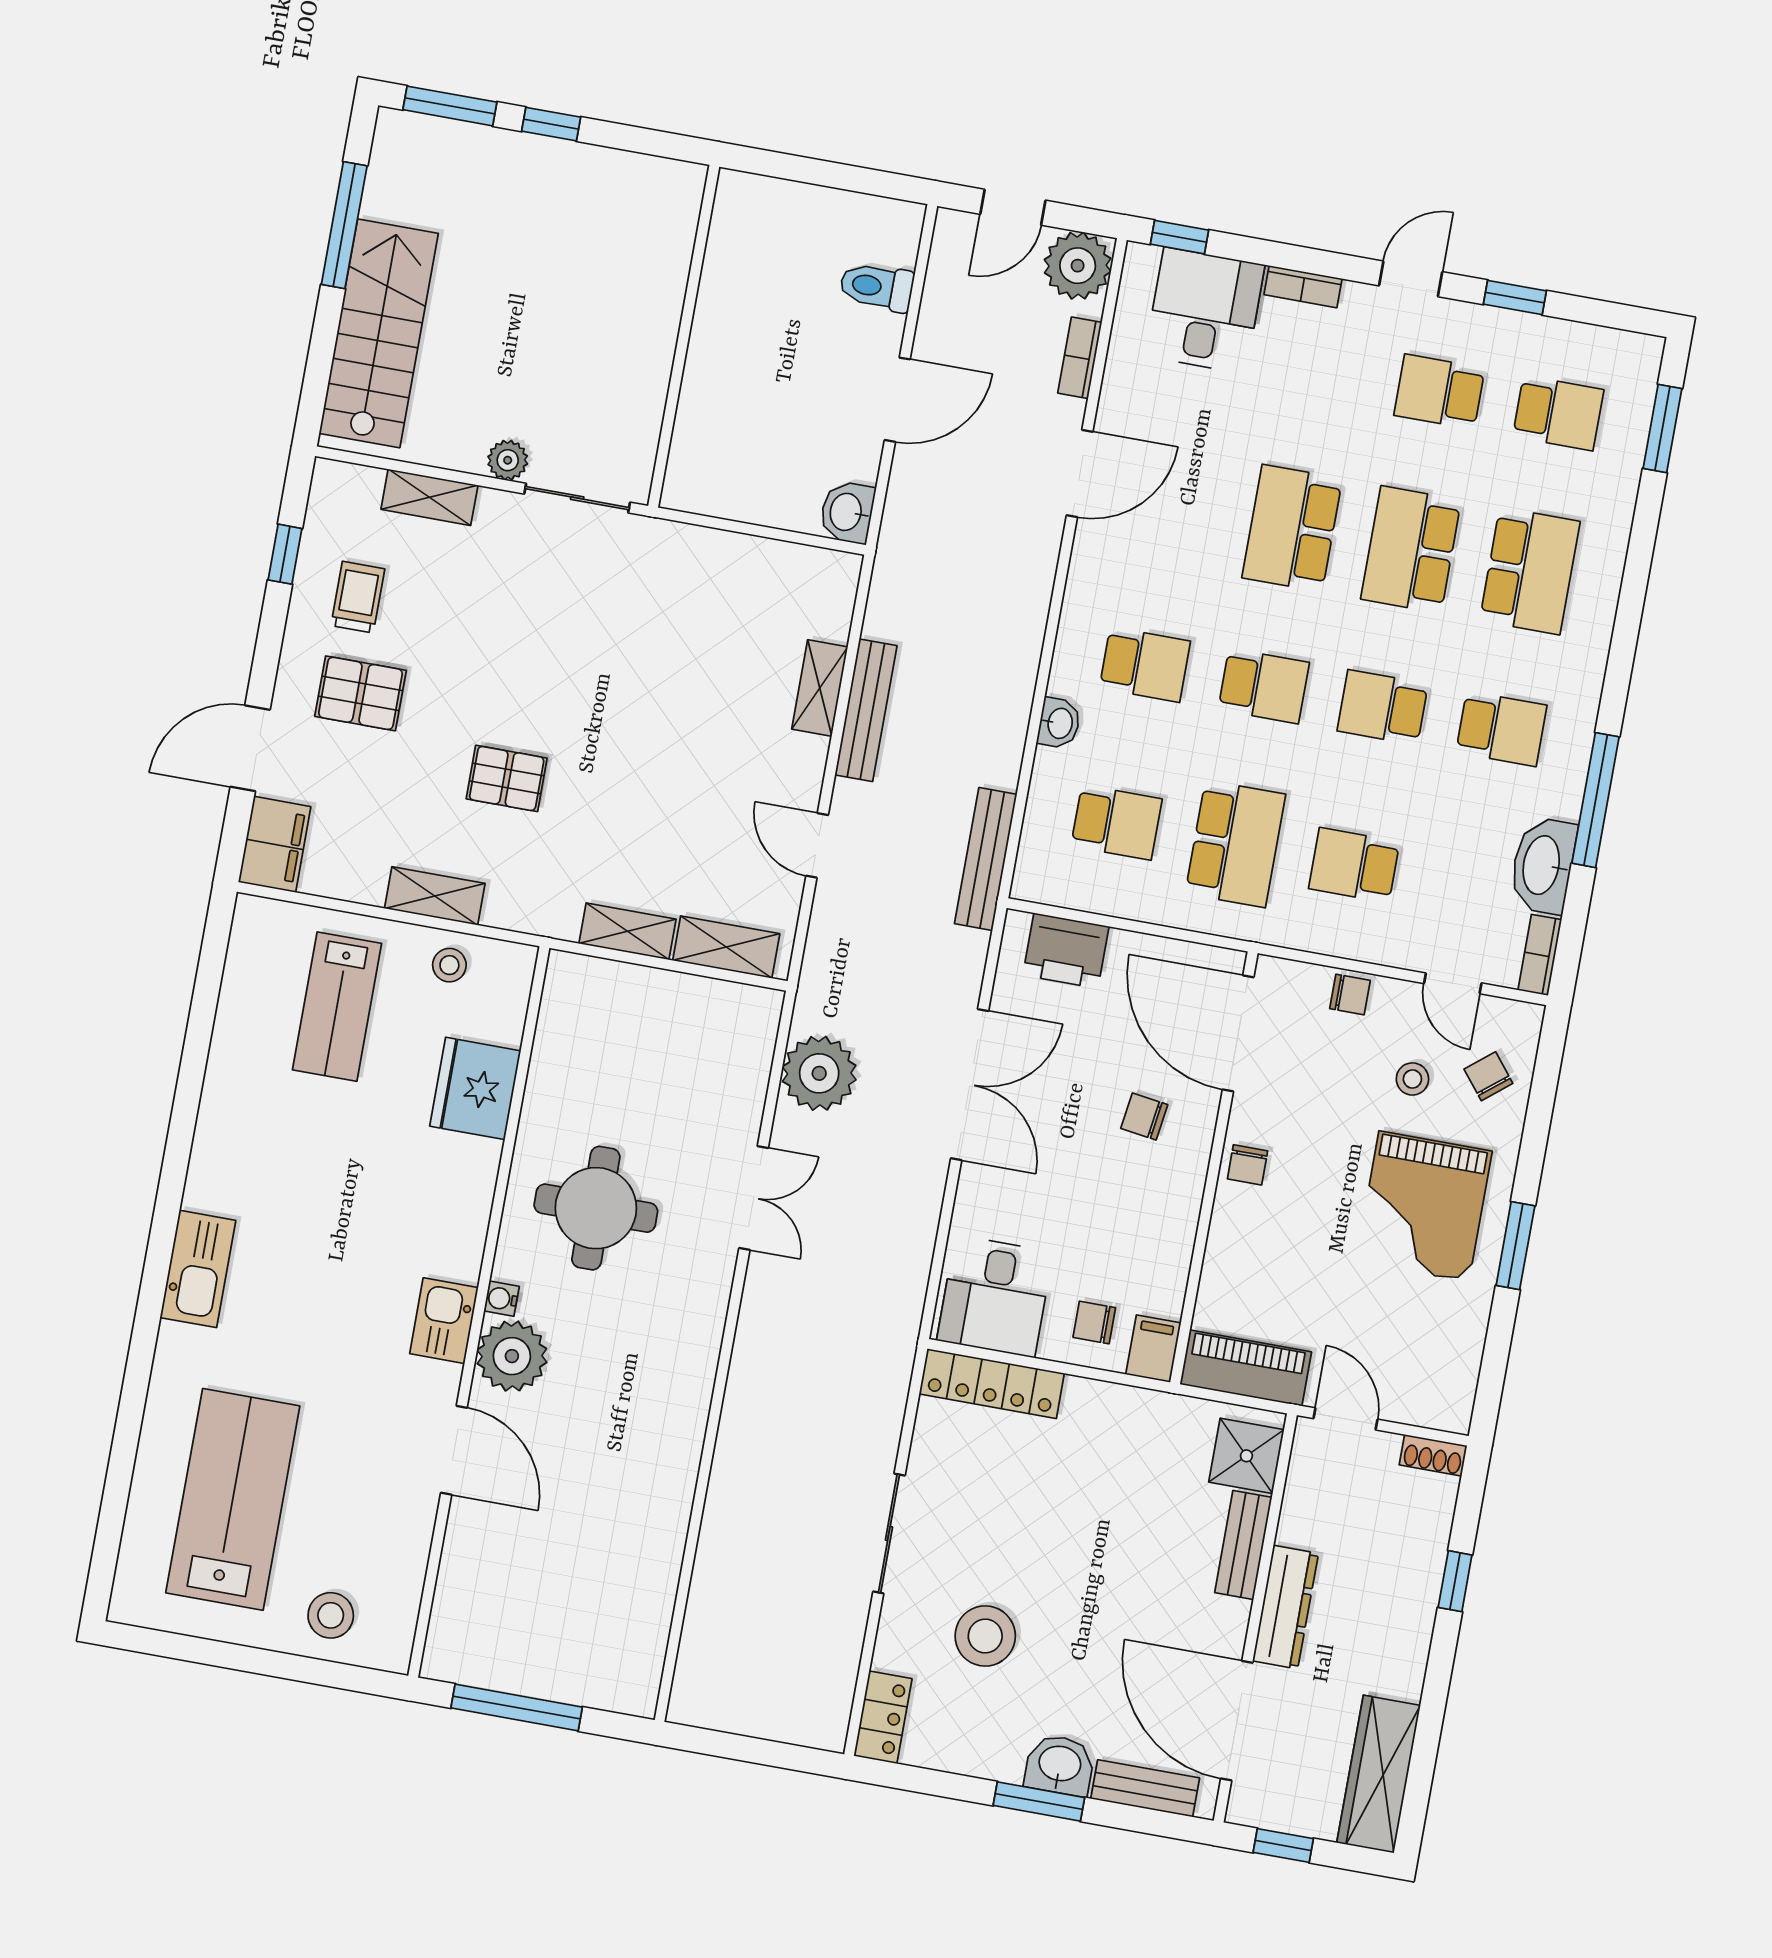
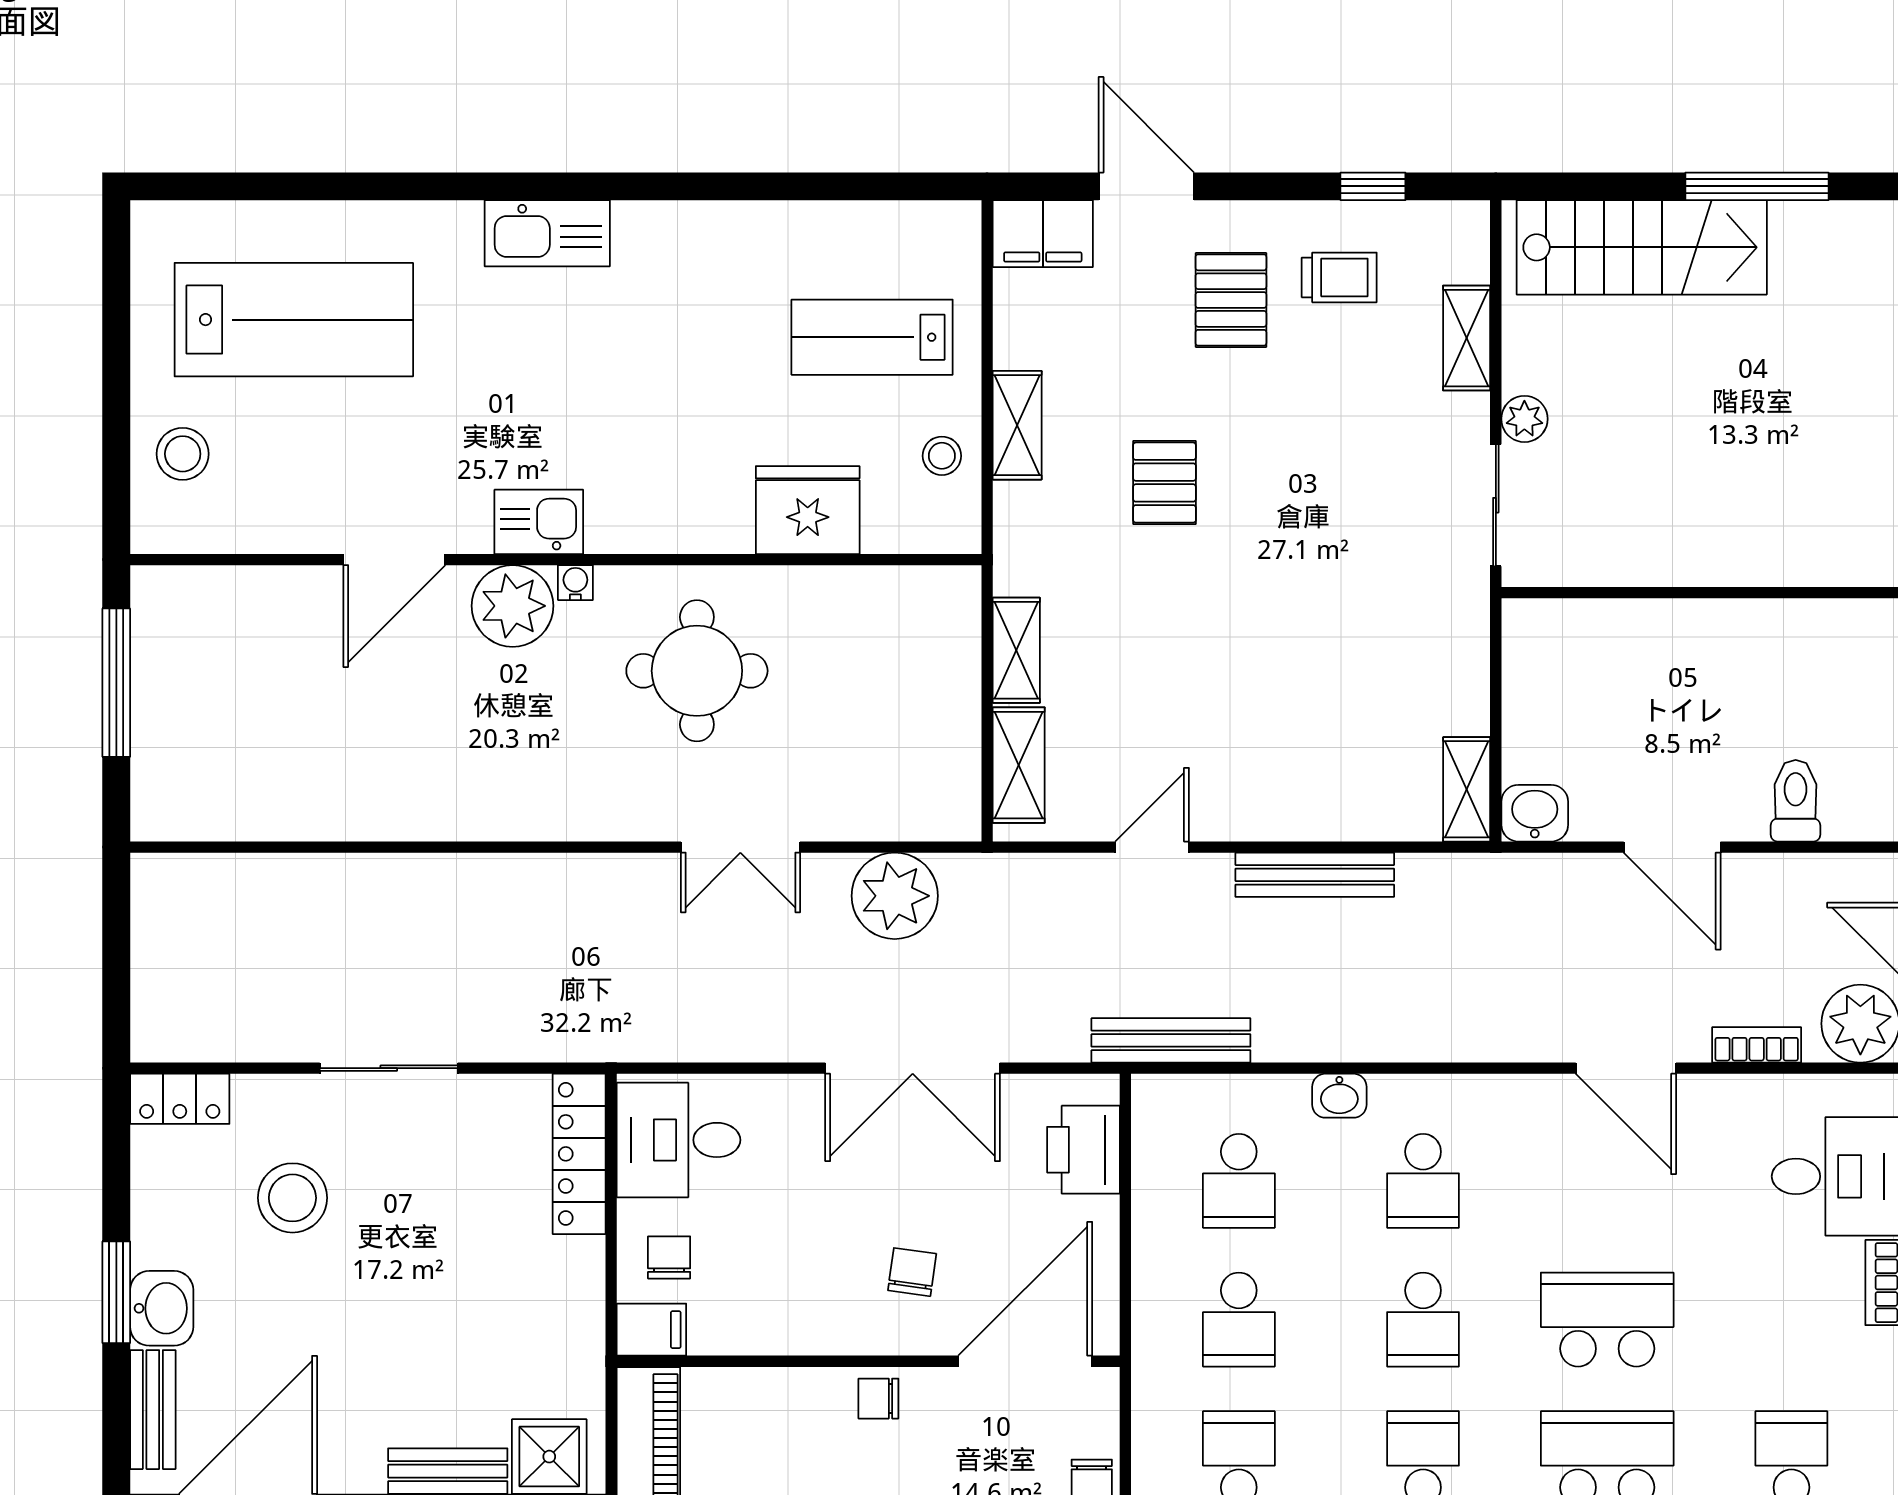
shelving: (820, 688) -> (1467, 789), moved, turned 90
school desk: (1235, 844) -> (1239, 1320), width x0.54

